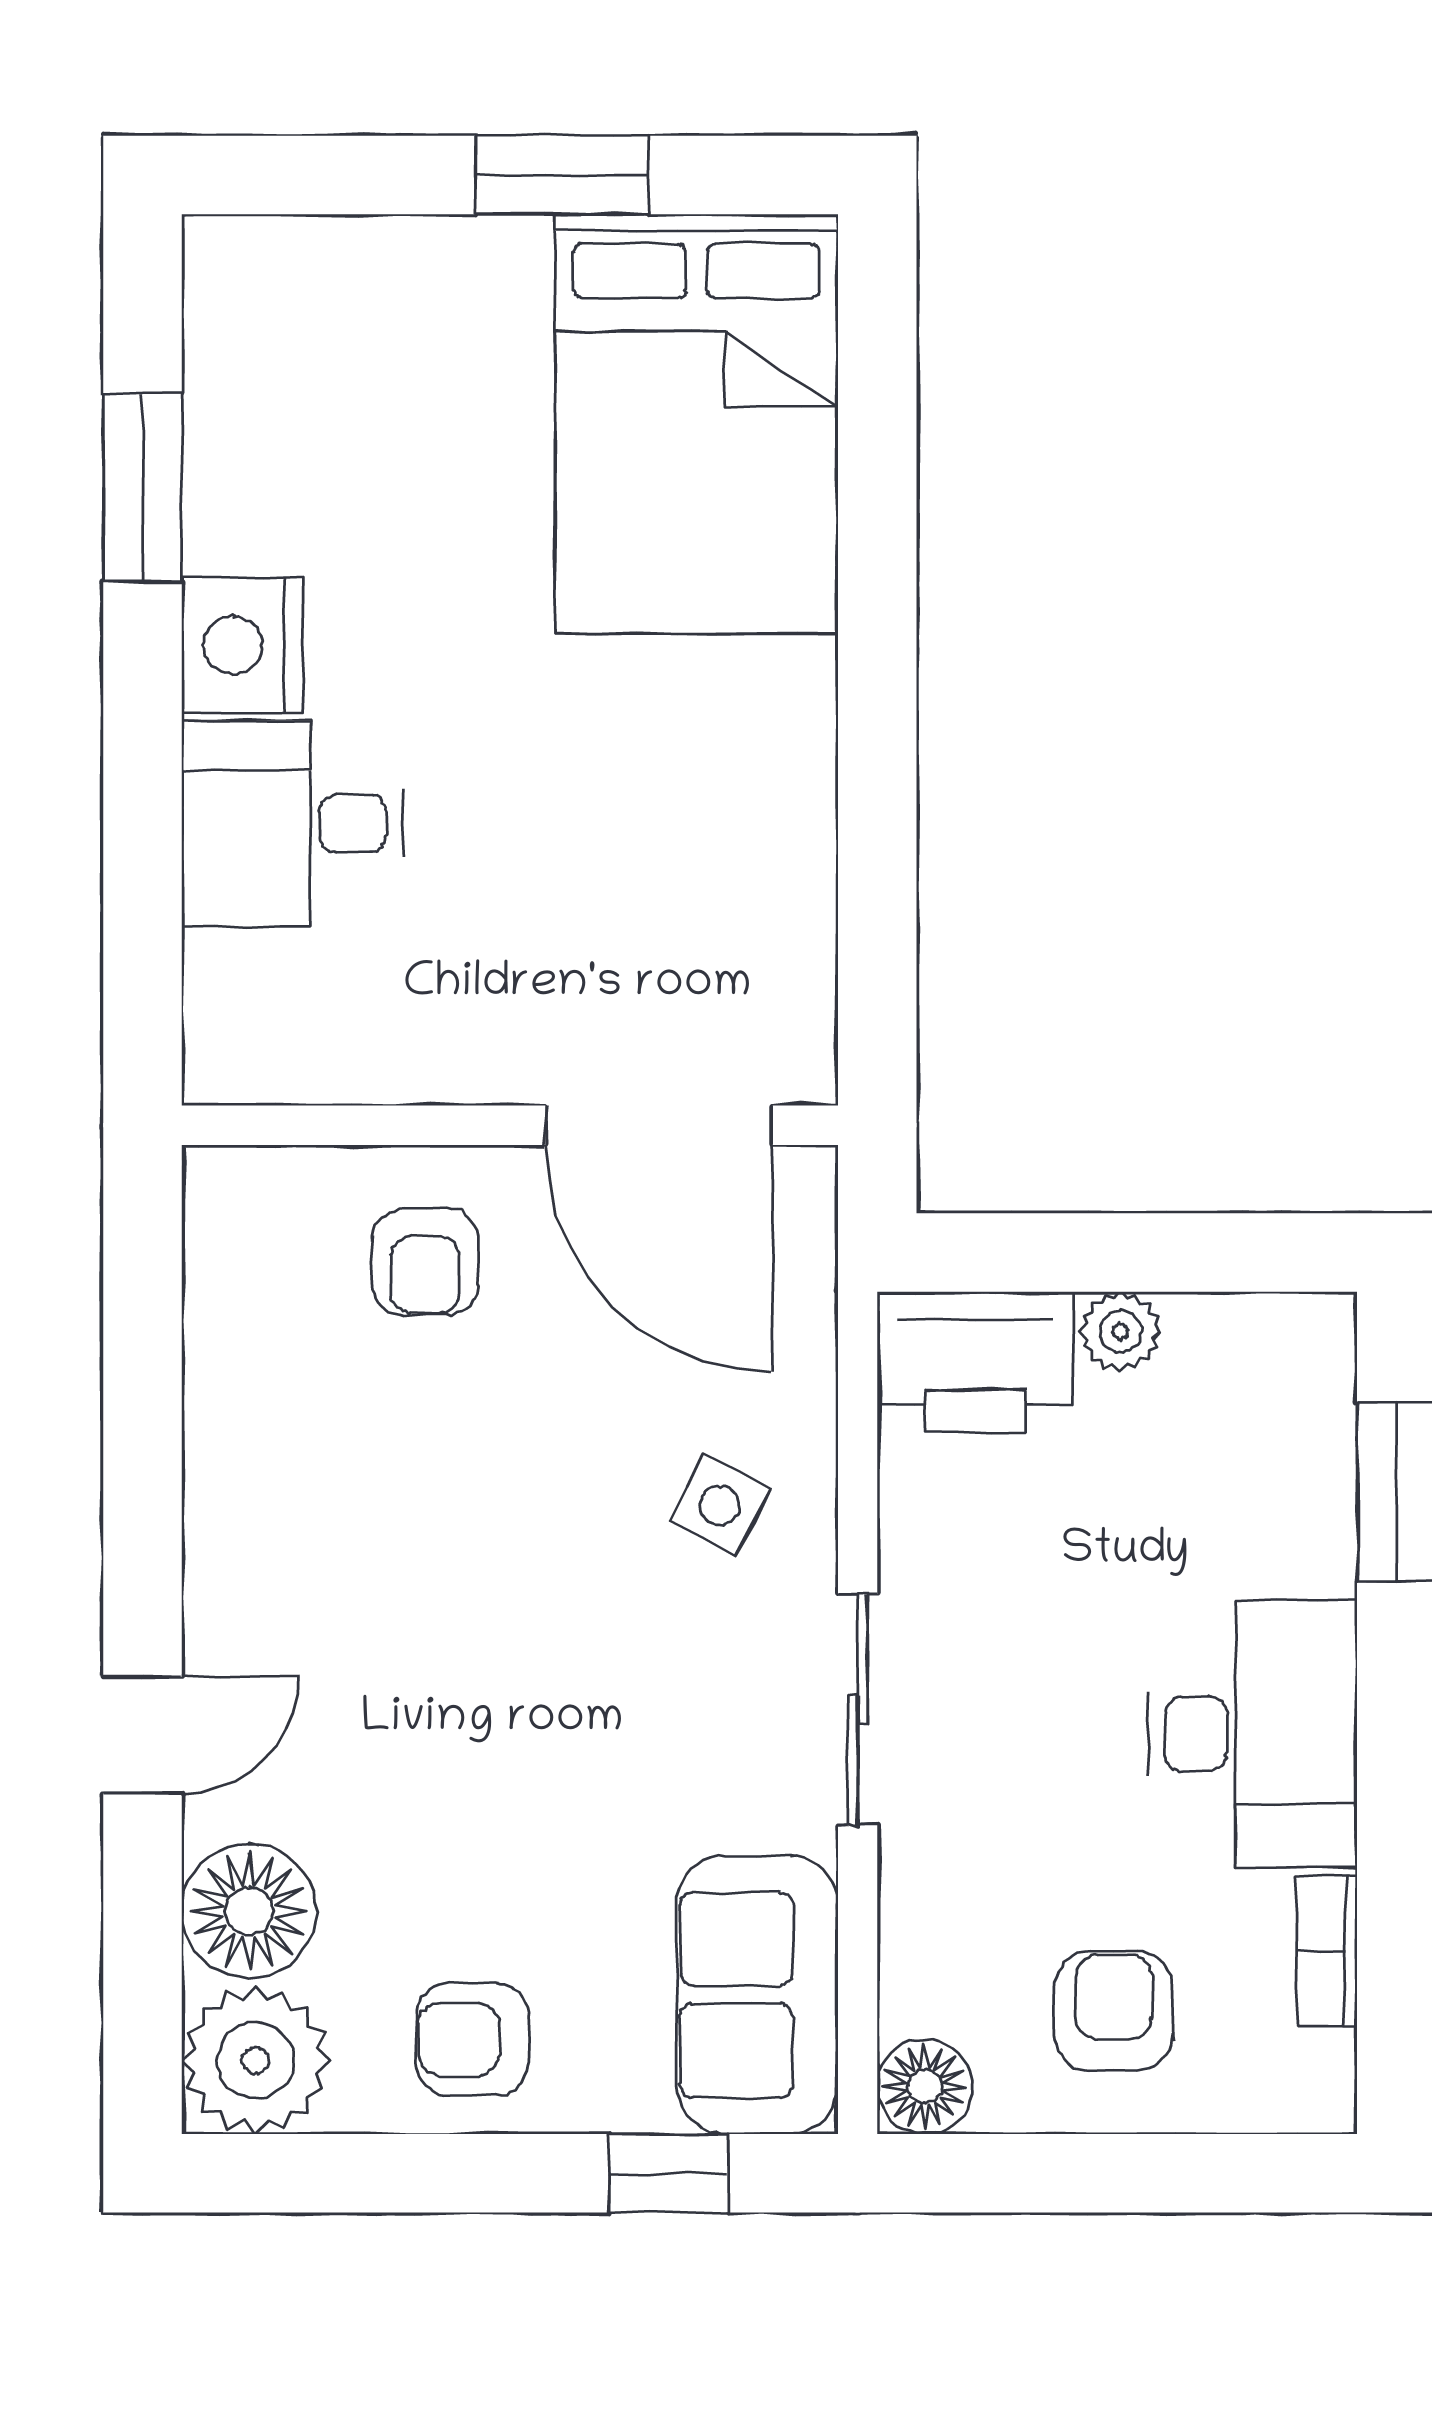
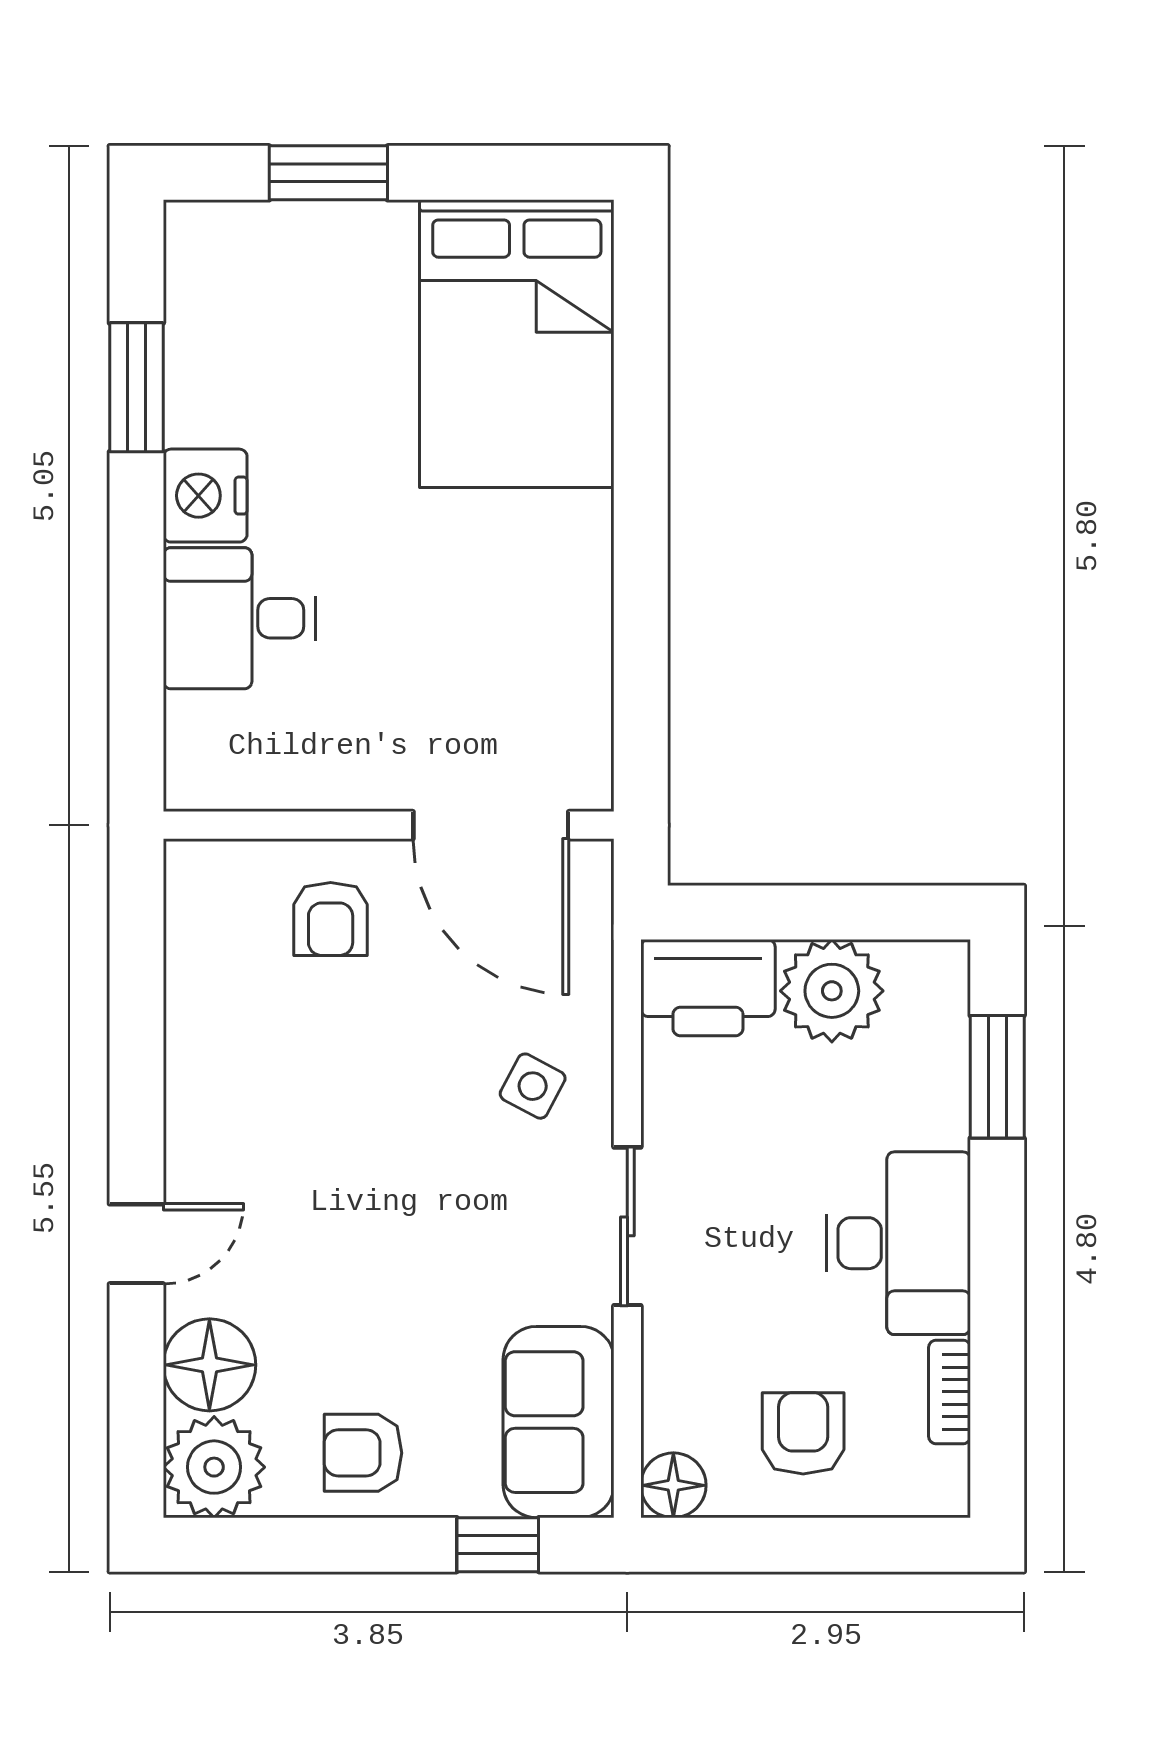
window: (562, 175) -> (328, 173), moved
plant: (1121, 1332) -> (832, 991), width x1.88, depth x1.88

